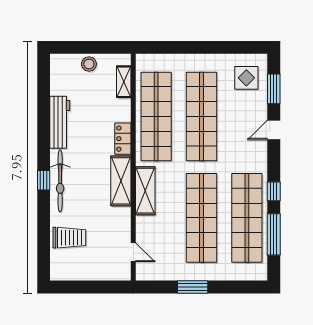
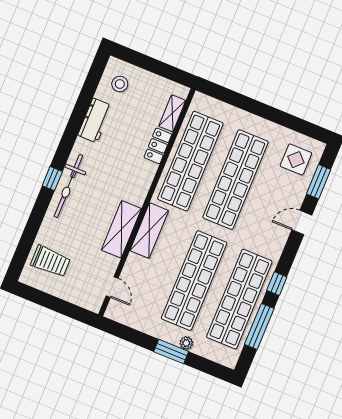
stool: (89, 64) -> (120, 84), moved
workbench: (60, 122) -> (95, 120), width x0.73
locker: (123, 139) -> (158, 146), moved
shelving: (121, 181) -> (121, 229), moved
trolley: (69, 238) -> (51, 261), moved
plant: (217, 274) -> (186, 343), added
window: (193, 287) -> (171, 352), moved

